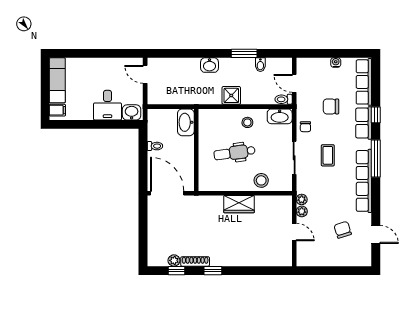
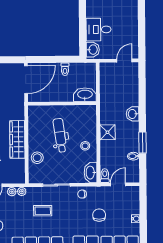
coffee table: (328, 155) -> (43, 211), moved
wardrobe: (239, 204) -> (17, 139), width x1.50

